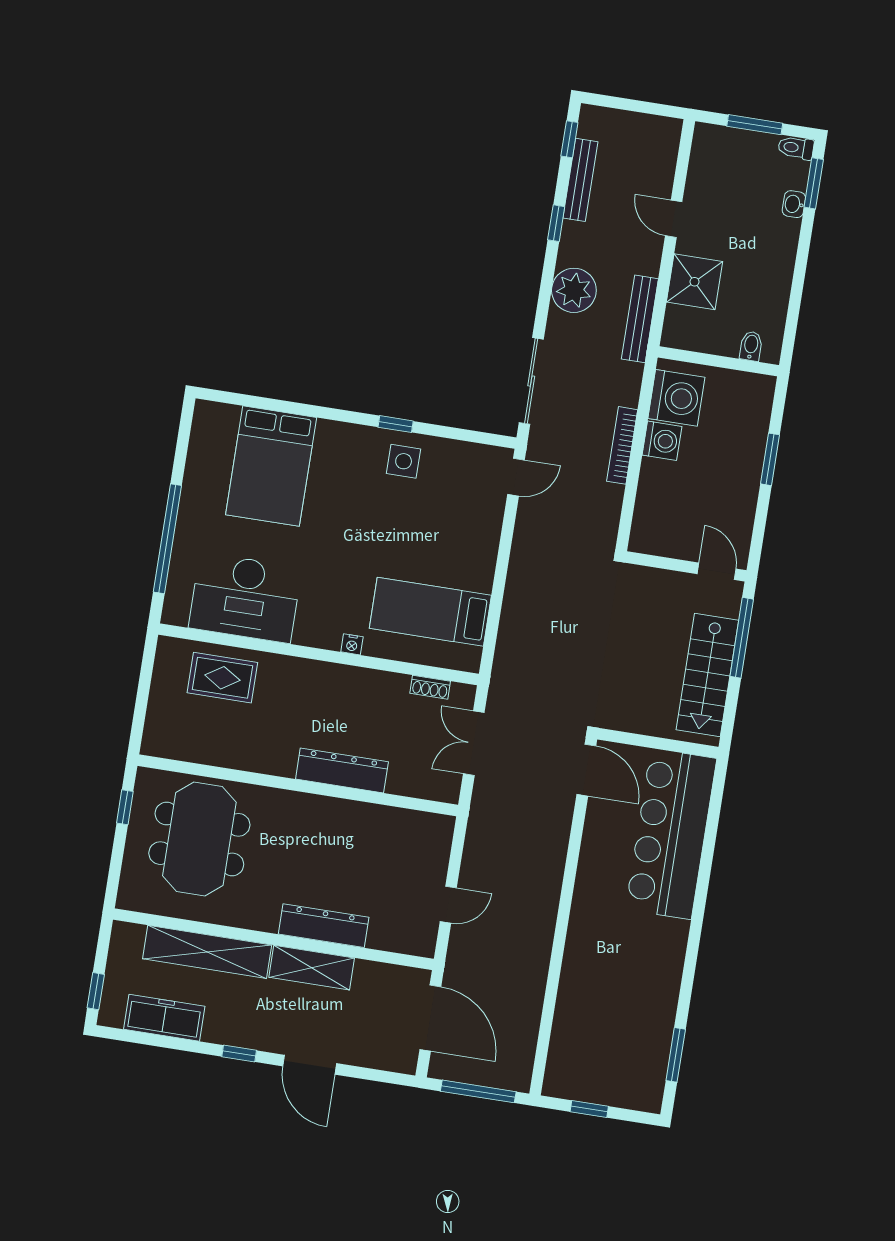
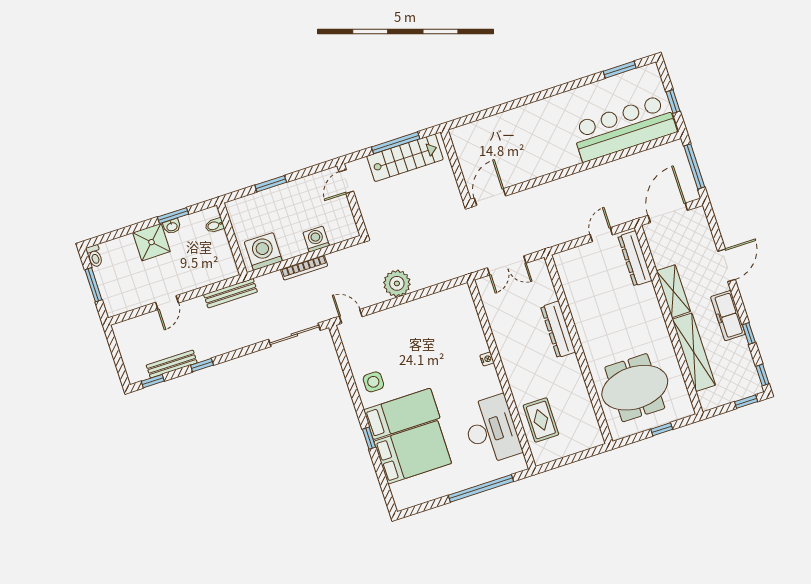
window: (814, 183) -> (173, 216), moved
washbasin: (794, 204) -> (172, 226), moved
shower: (695, 282) -> (151, 242), moved
plant: (574, 290) -> (397, 283), moved
window: (396, 424) -> (369, 438), moved
washing machine: (662, 441) -> (316, 239), moved
bed: (430, 612) -> (402, 414), moved, turned -90
window: (742, 638) -> (396, 143), moved
shoe rack: (430, 687) -> (488, 305), removed
window: (125, 807) -> (662, 429), moved
bar counter: (671, 834) -> (624, 128), moved, turned 180
door: (448, 905) -> (601, 235), hinge flipped
dresser: (324, 926) -> (635, 258), moved
freezer: (164, 1018) -> (728, 316), moved
window: (122, 1035) -> (762, 375), added
window: (239, 1054) -> (749, 333), moved

